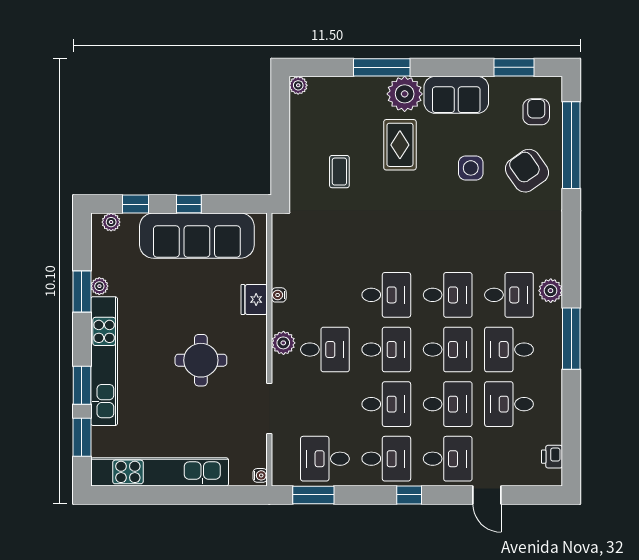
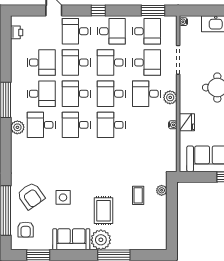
plant: (298, 85) -> (162, 190), moved
desk: (325, 404) -> (146, 62), added
desk: (386, 459) -> (111, 31), turned 180

